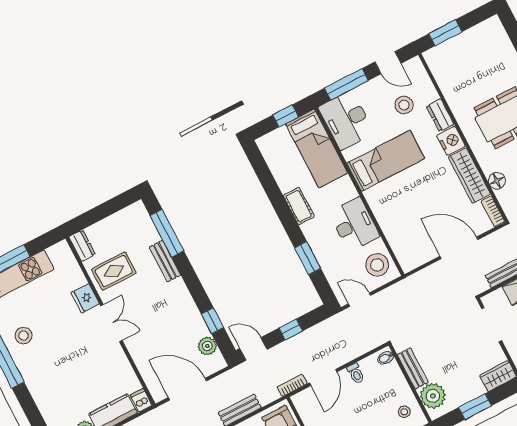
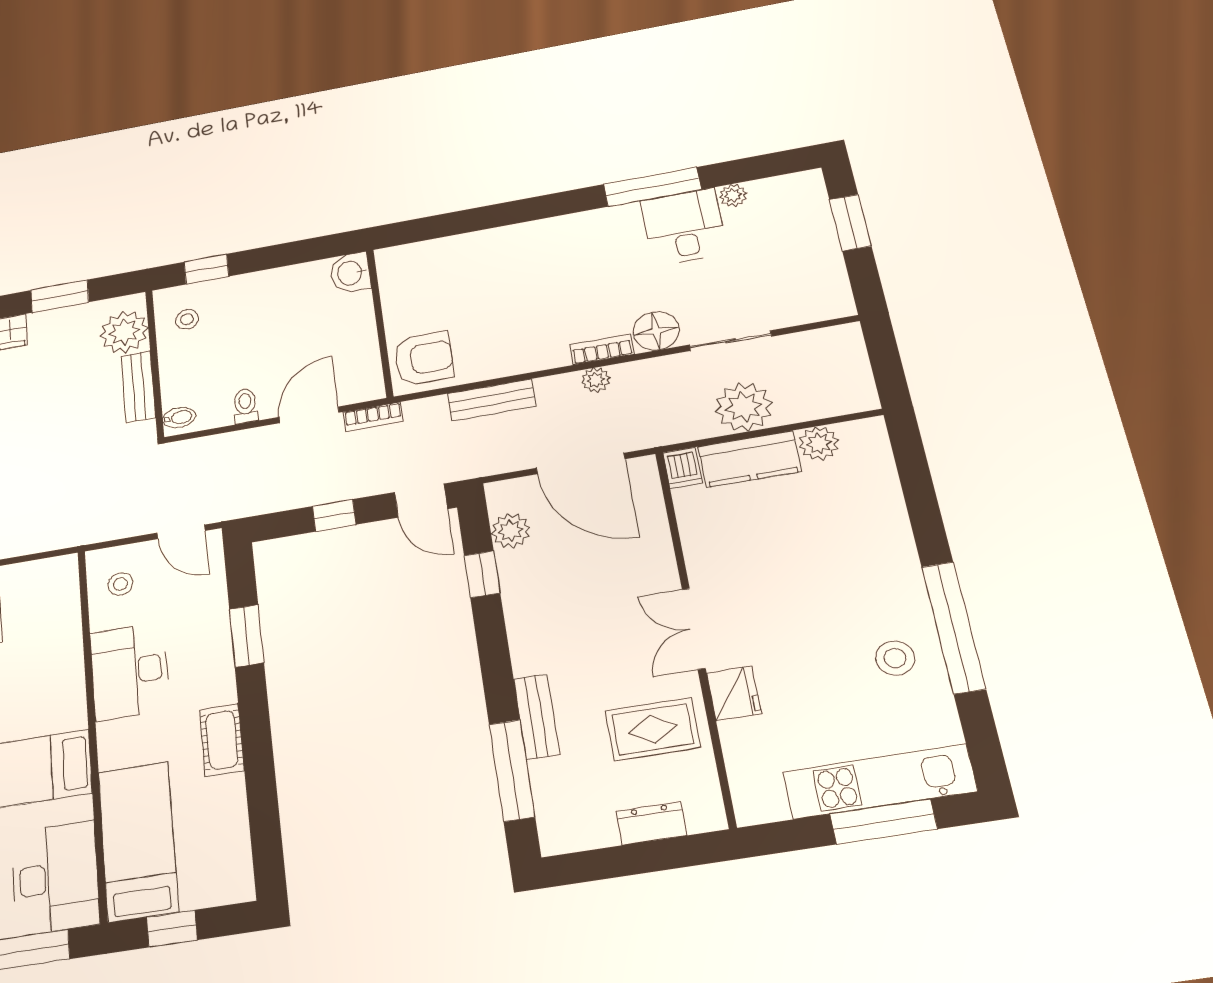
dresser: (82, 246) -> (651, 823), moved, turned 90
stool: (377, 265) -> (120, 584), width x0.53, depth x0.53

